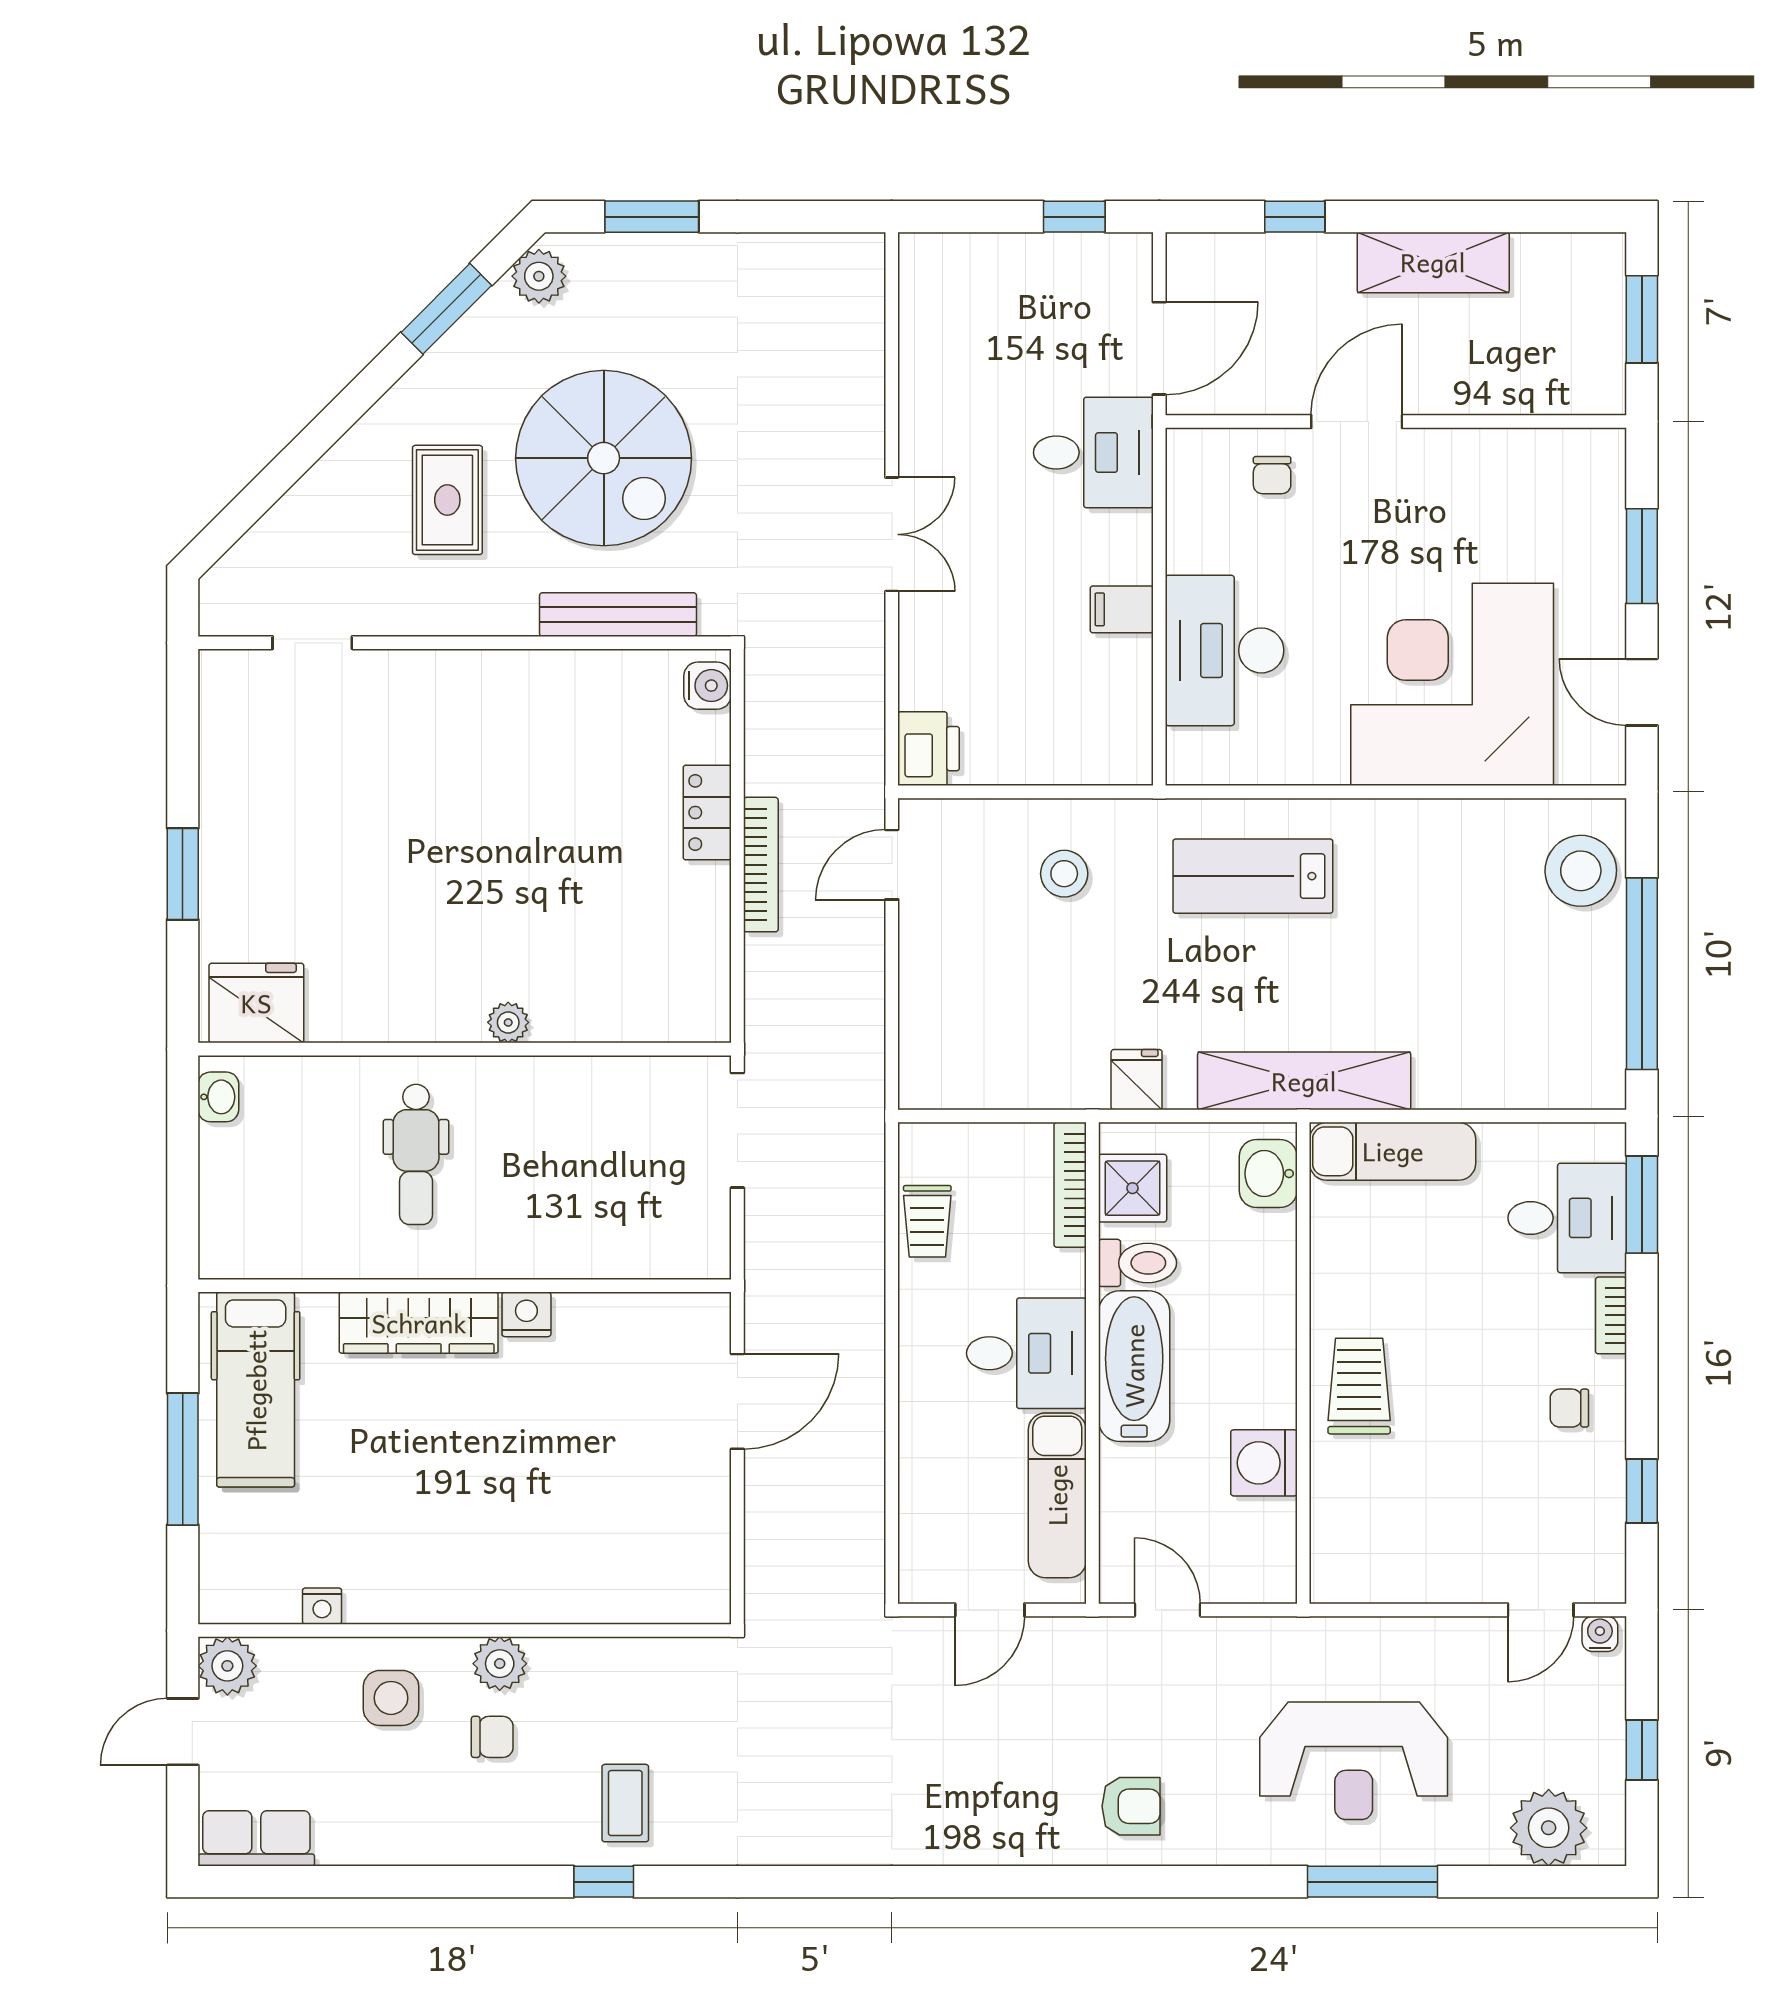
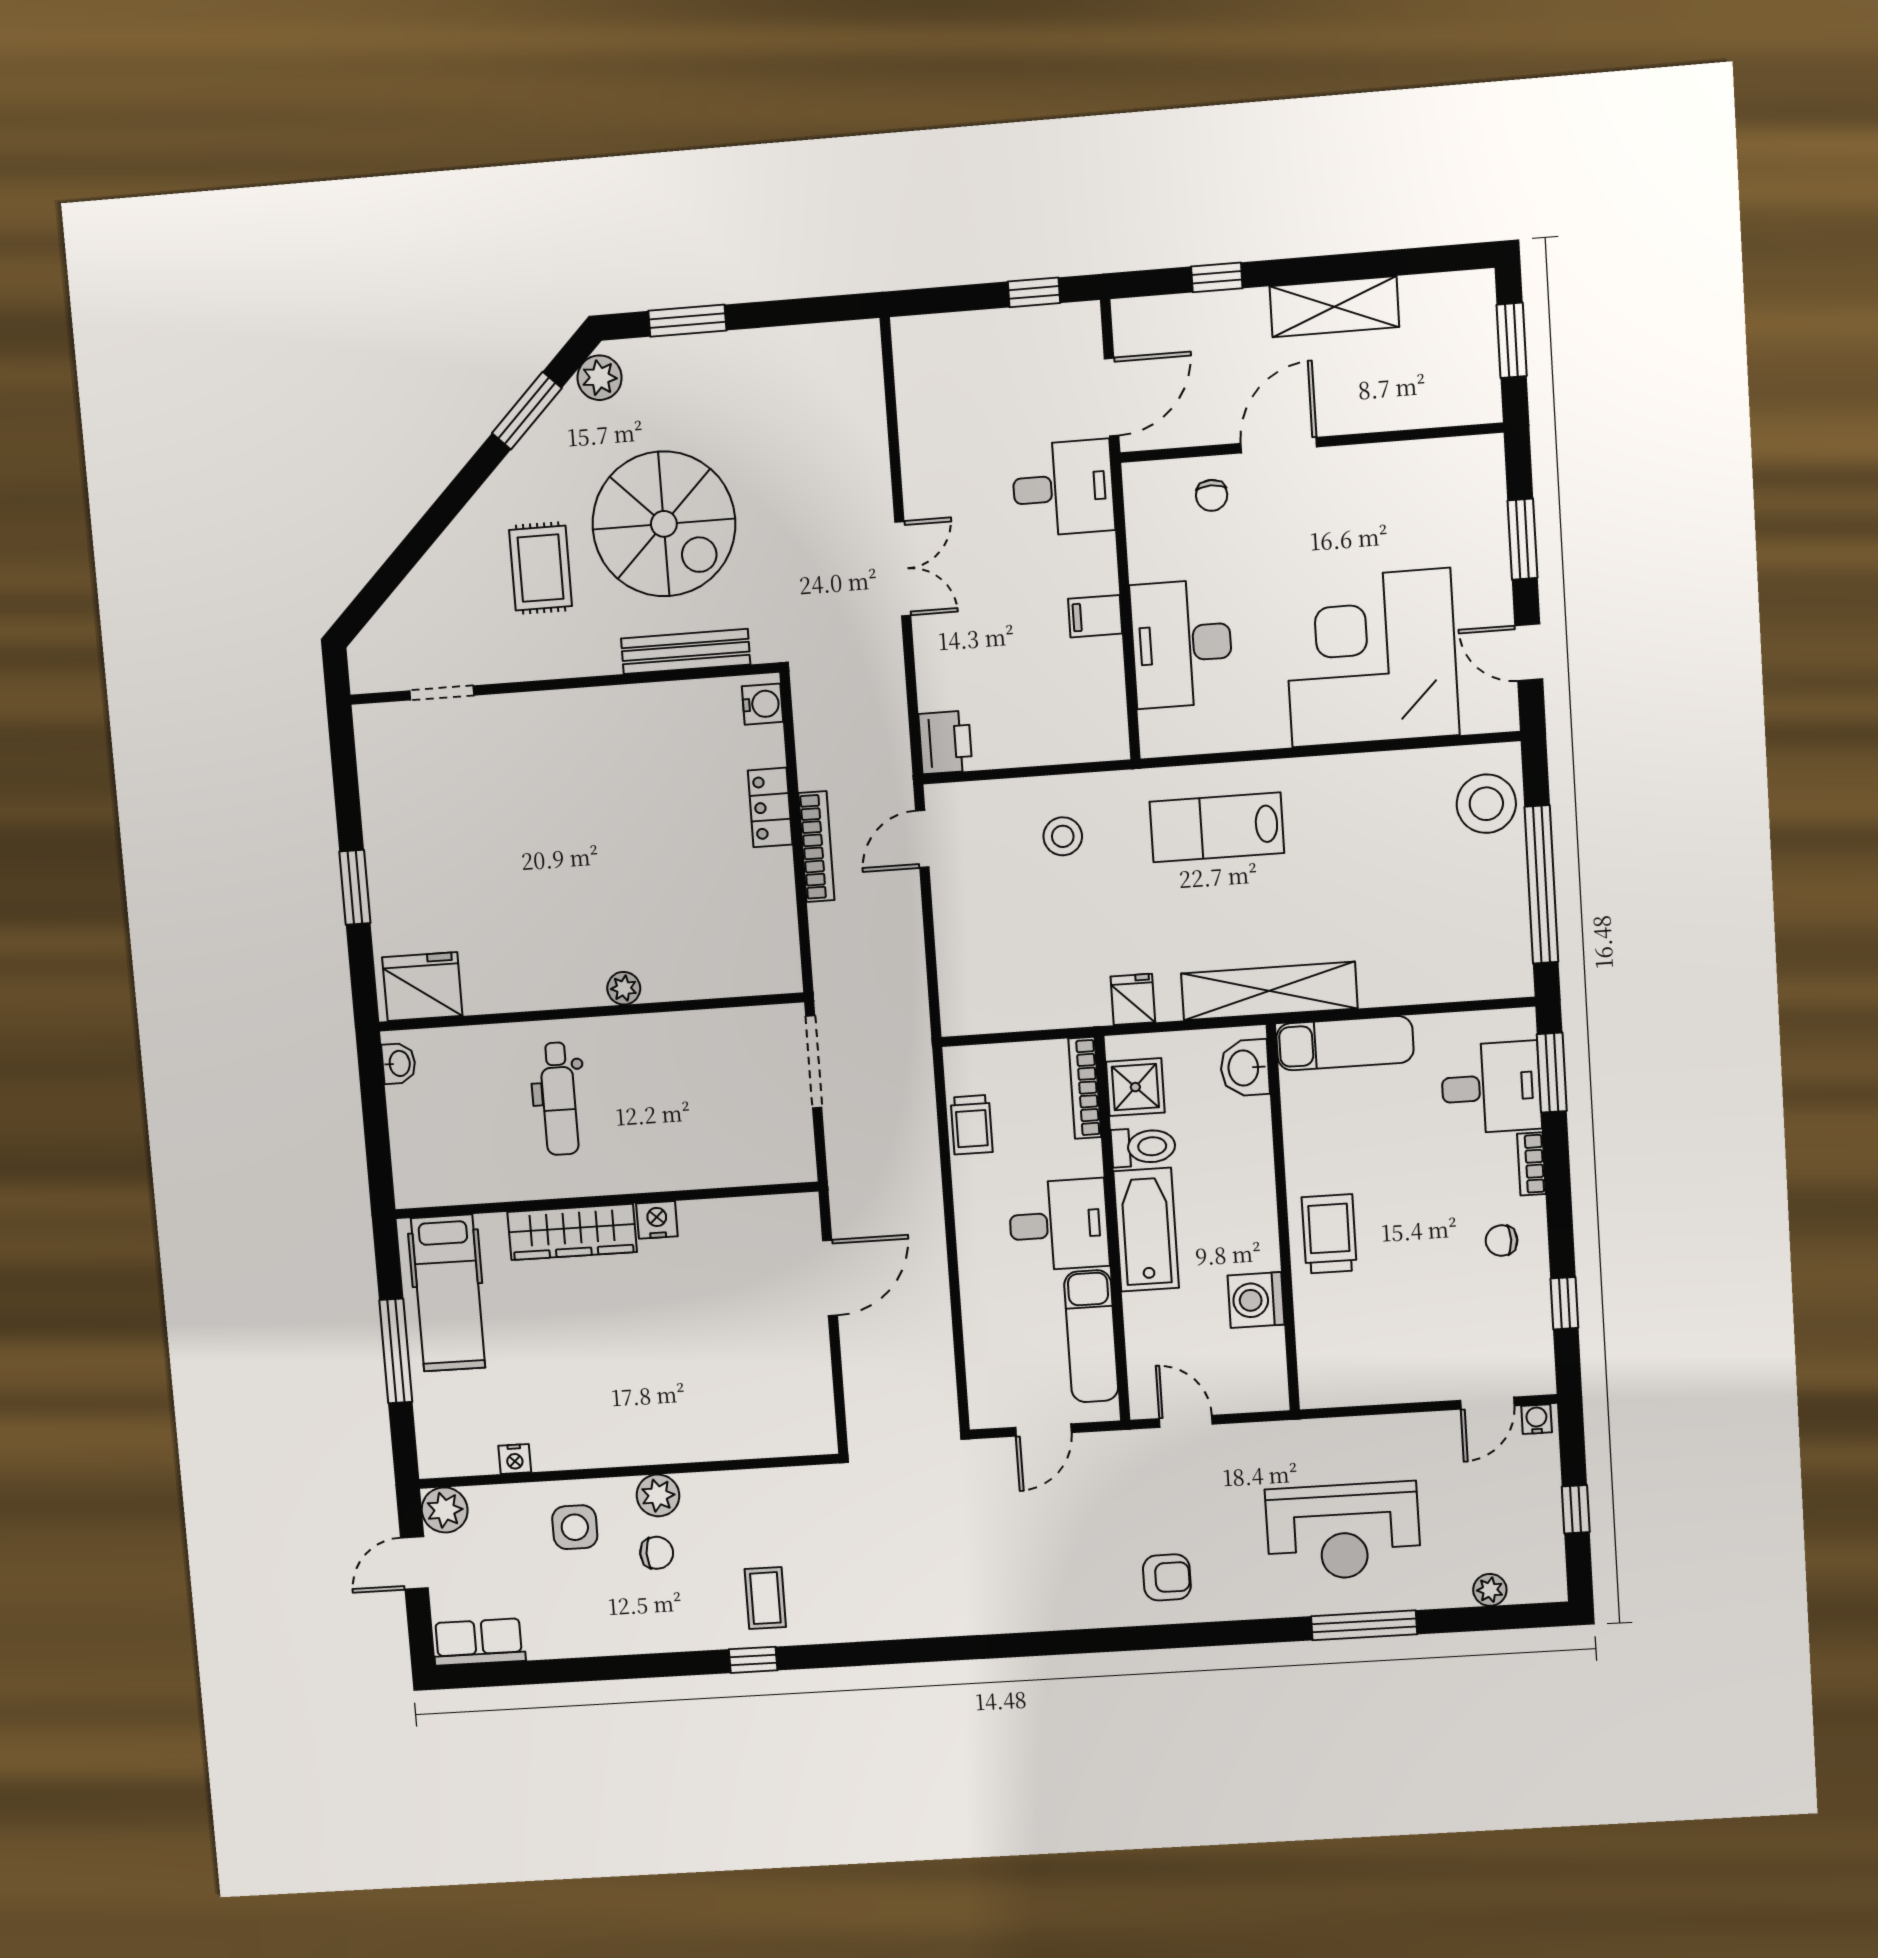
plant: (1549, 1828) -> (1490, 1590), width x0.53, depth x0.53

